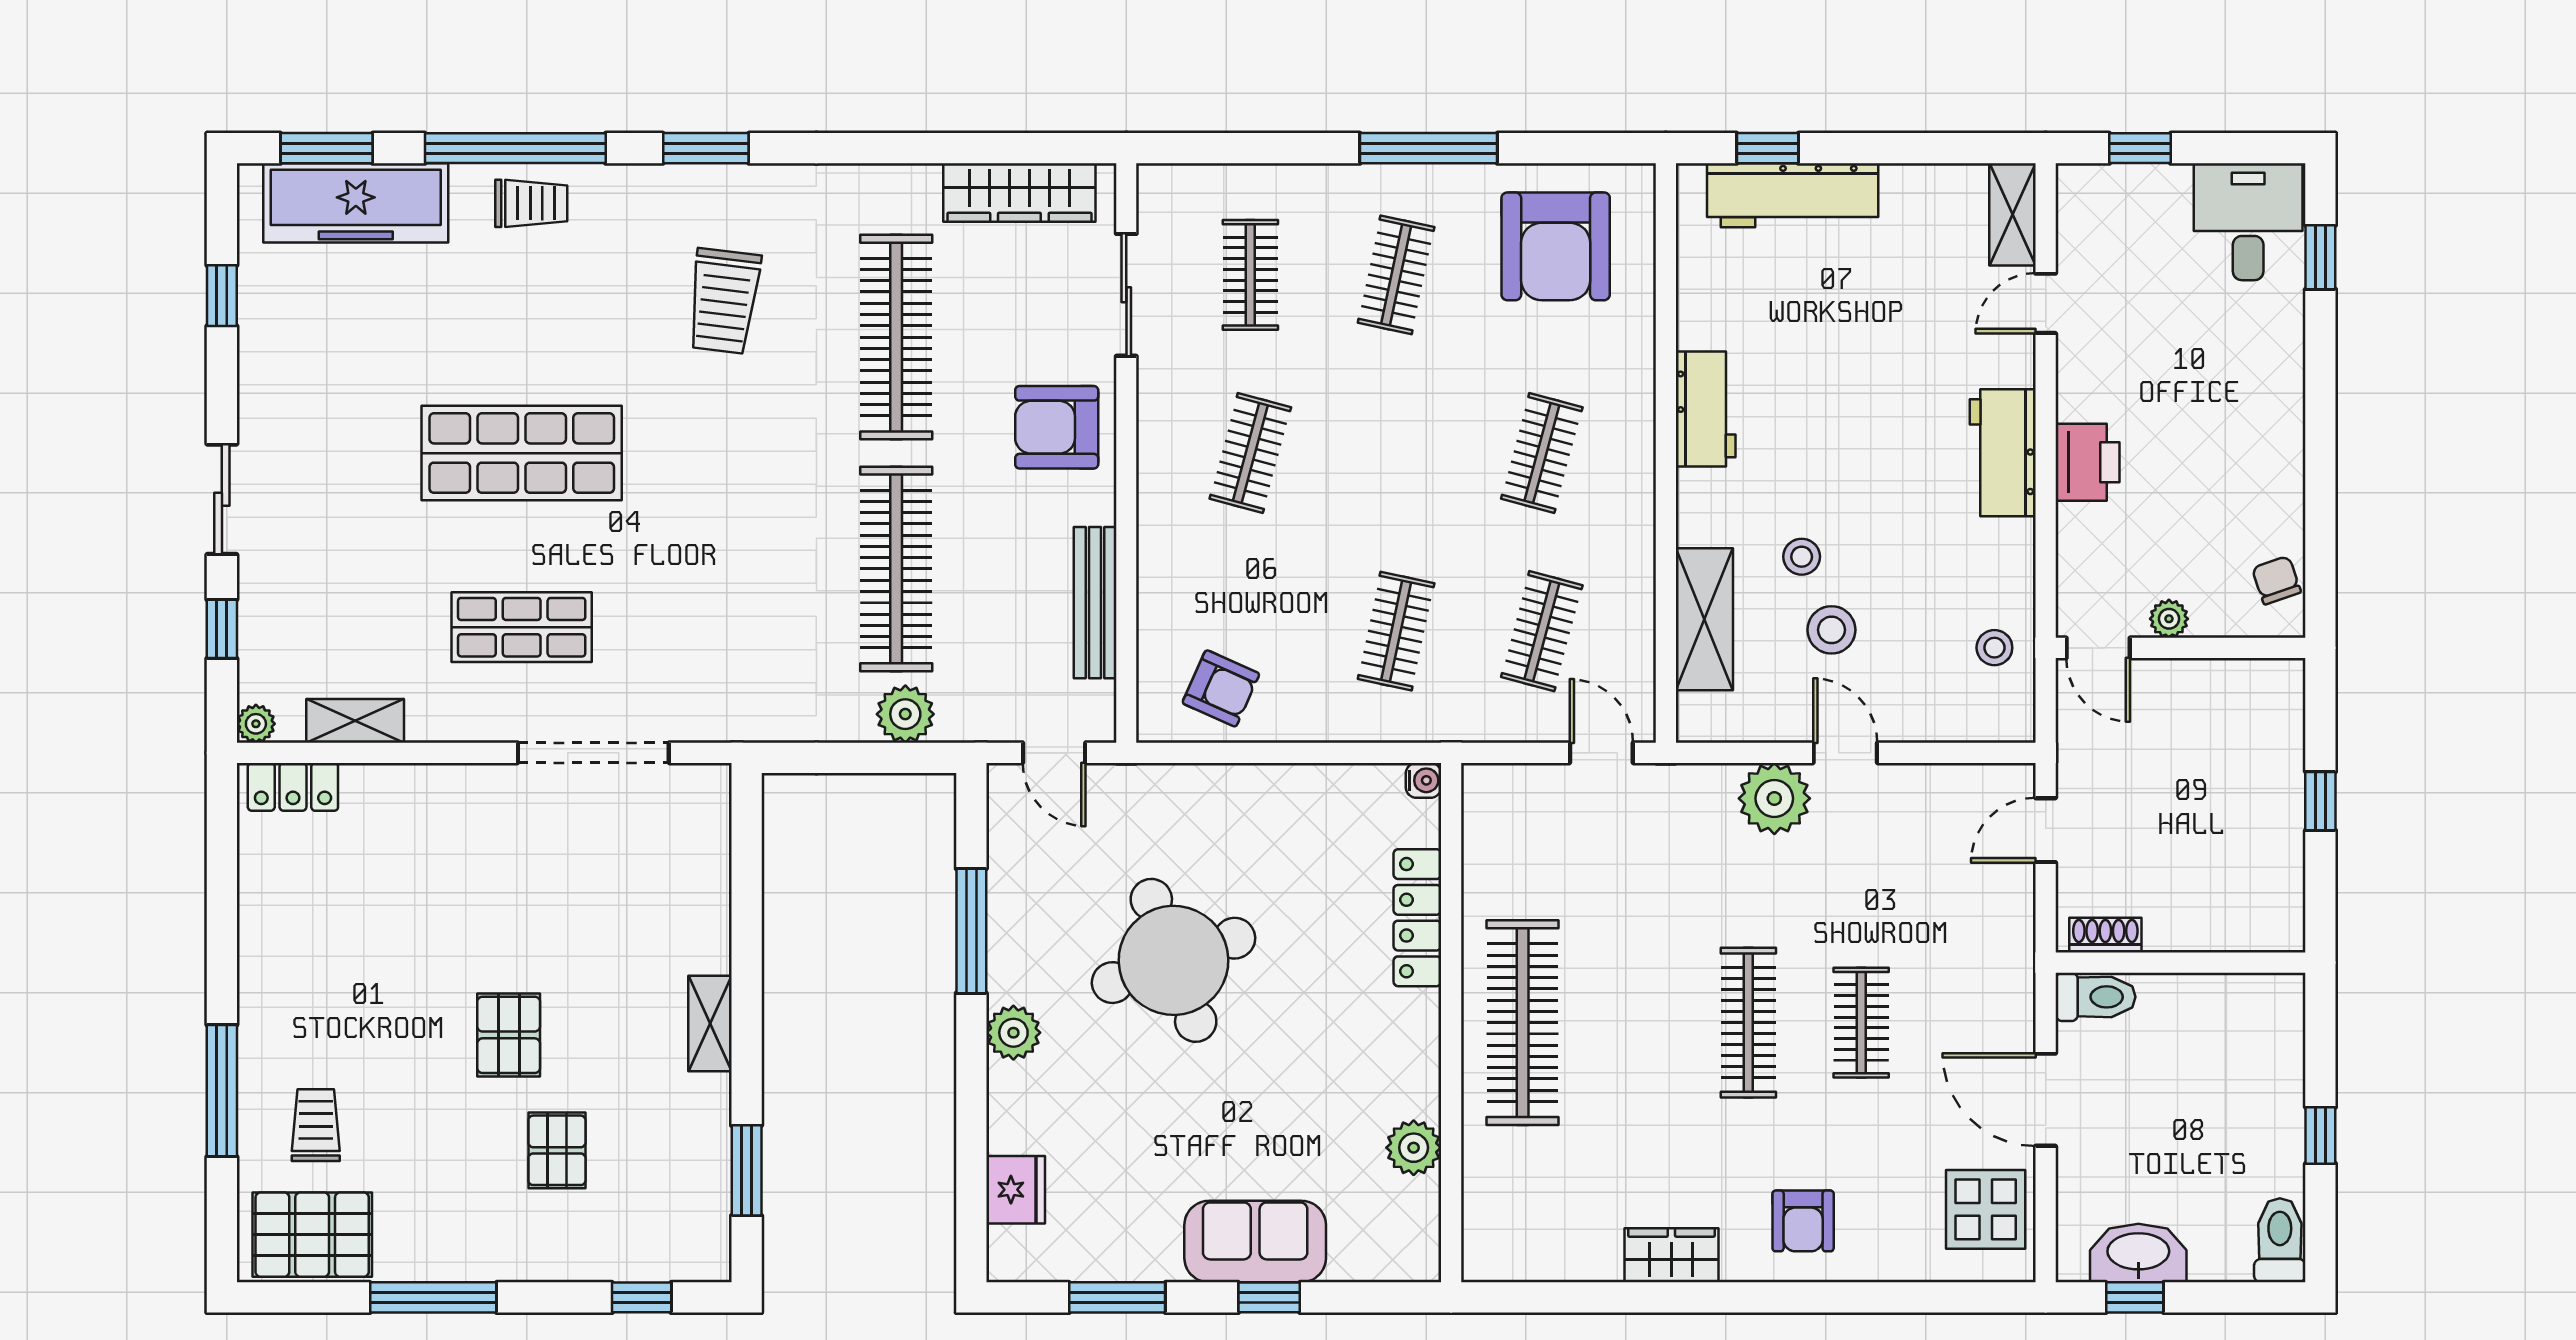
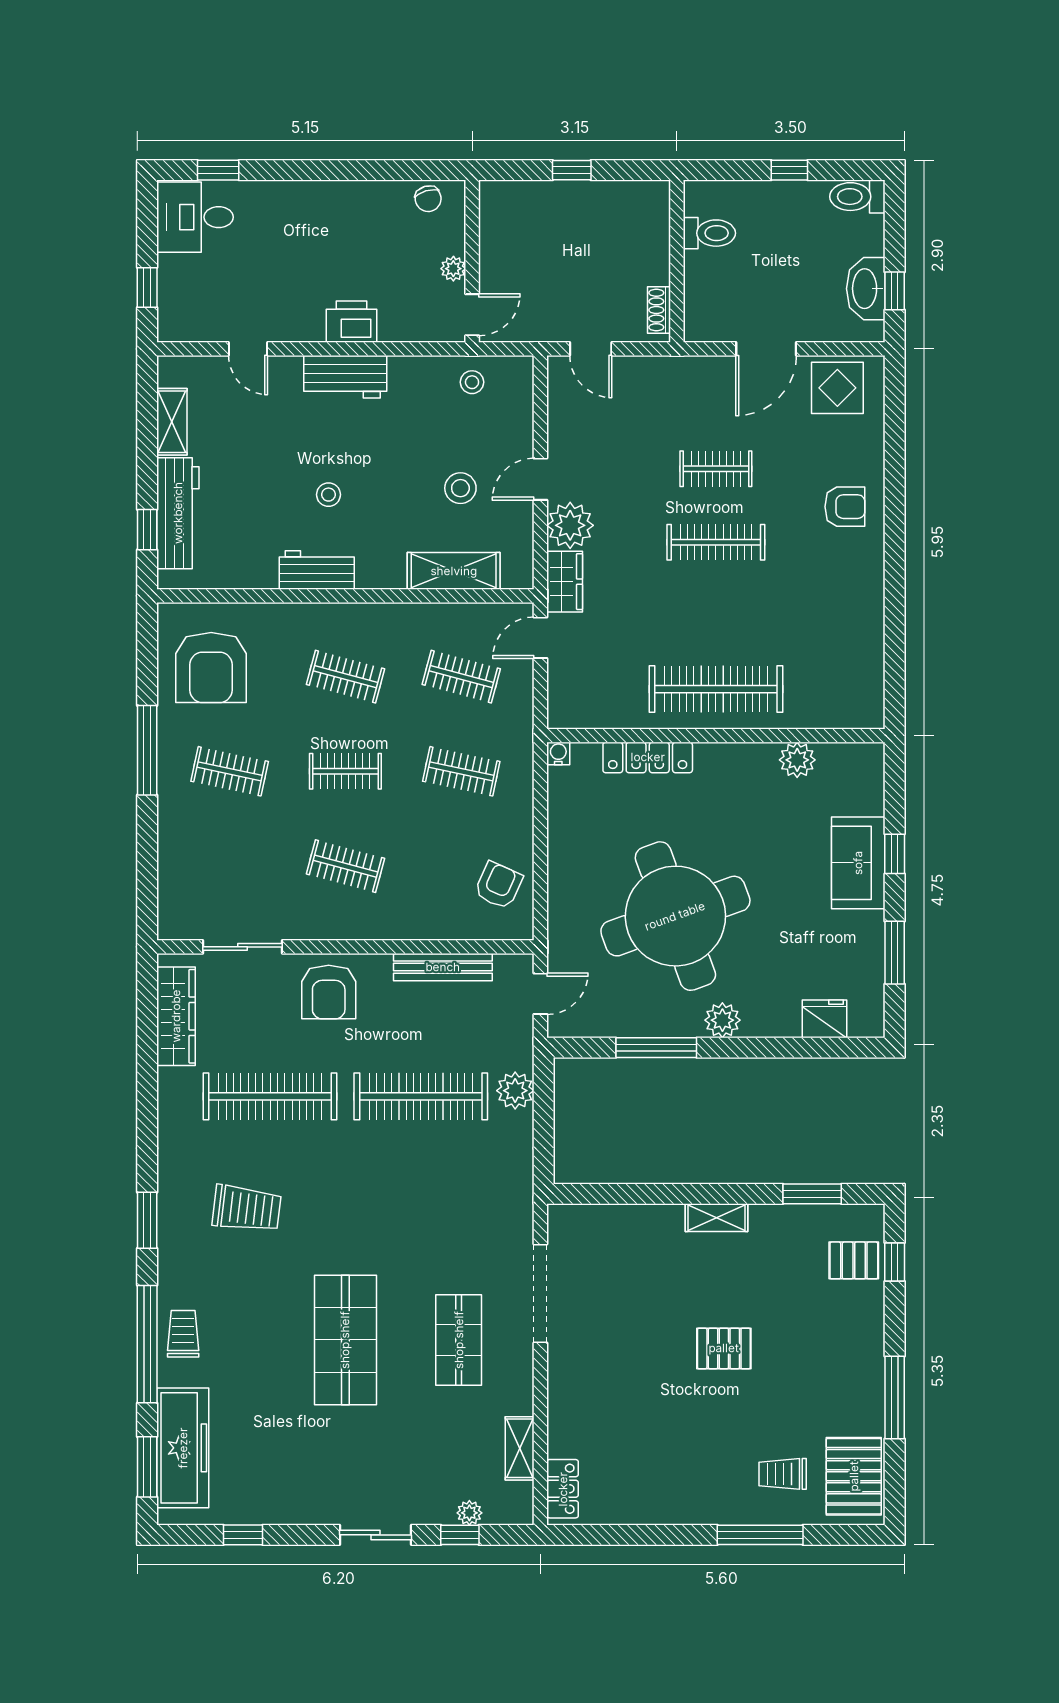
shelving: (2013, 214) -> (172, 422), moved, turned 90
armchair: (1556, 246) -> (211, 668), turned 90
clothes rail: (1250, 275) -> (345, 771), moved
stool: (1802, 557) -> (328, 495), moved
chair: (2276, 580) -> (428, 199), turned -87
plant: (256, 724) -> (469, 1513), moved
round table: (1174, 960) -> (675, 916), width x1.36, depth x1.36
toilet: (2096, 997) -> (709, 233), moved, turned 90
pallet: (557, 1150) -> (854, 1260), moved
wardrobe: (1671, 1255) -> (565, 582), moved, turned 180

